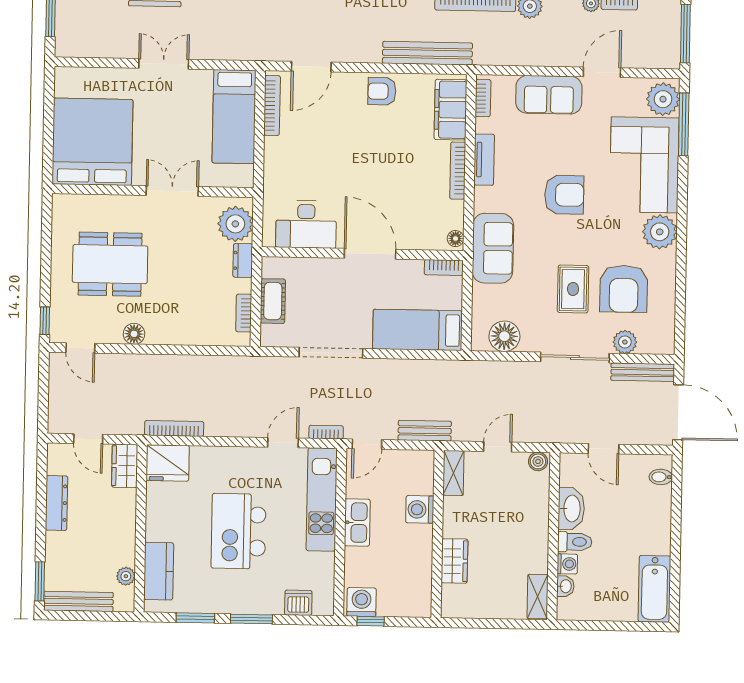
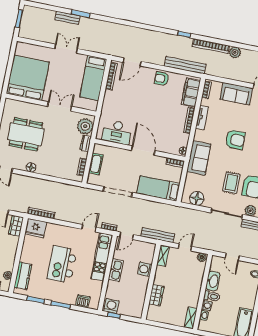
bench: (425, 431) -> (158, 235), width x1.36

